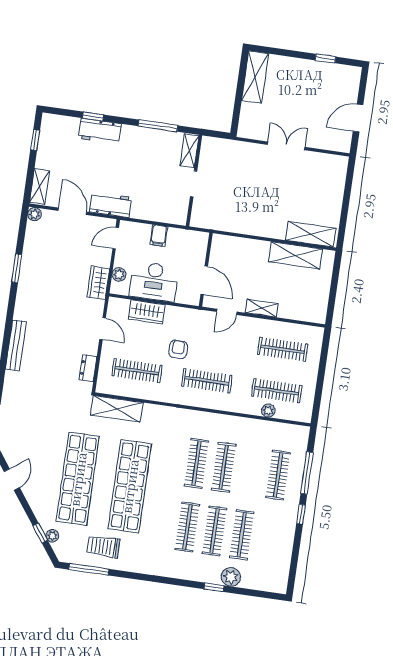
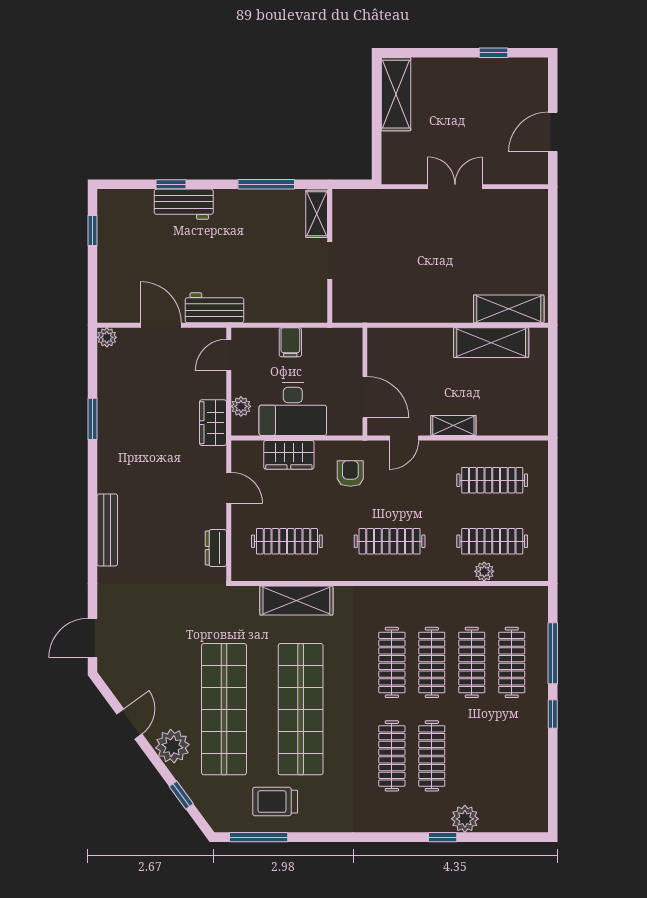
shelving: (39, 187) -> (108, 297), removed
armchair: (178, 349) -> (350, 474), moved
shelving: (117, 409) -> (296, 600), moved
clothes rail: (242, 535) -> (472, 662), moved
plant: (52, 536) -> (172, 746), moved, width x1.87, depth x1.87

